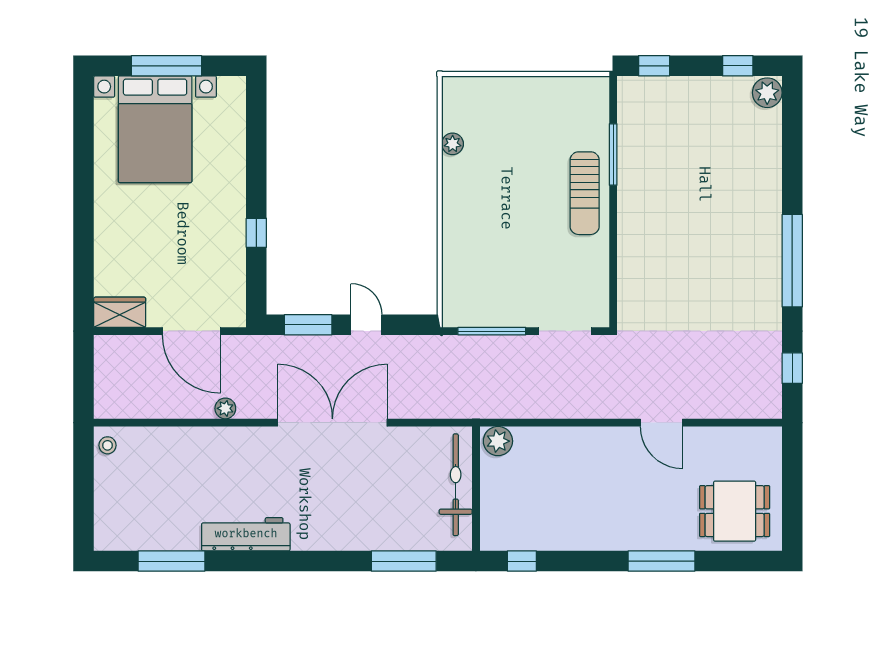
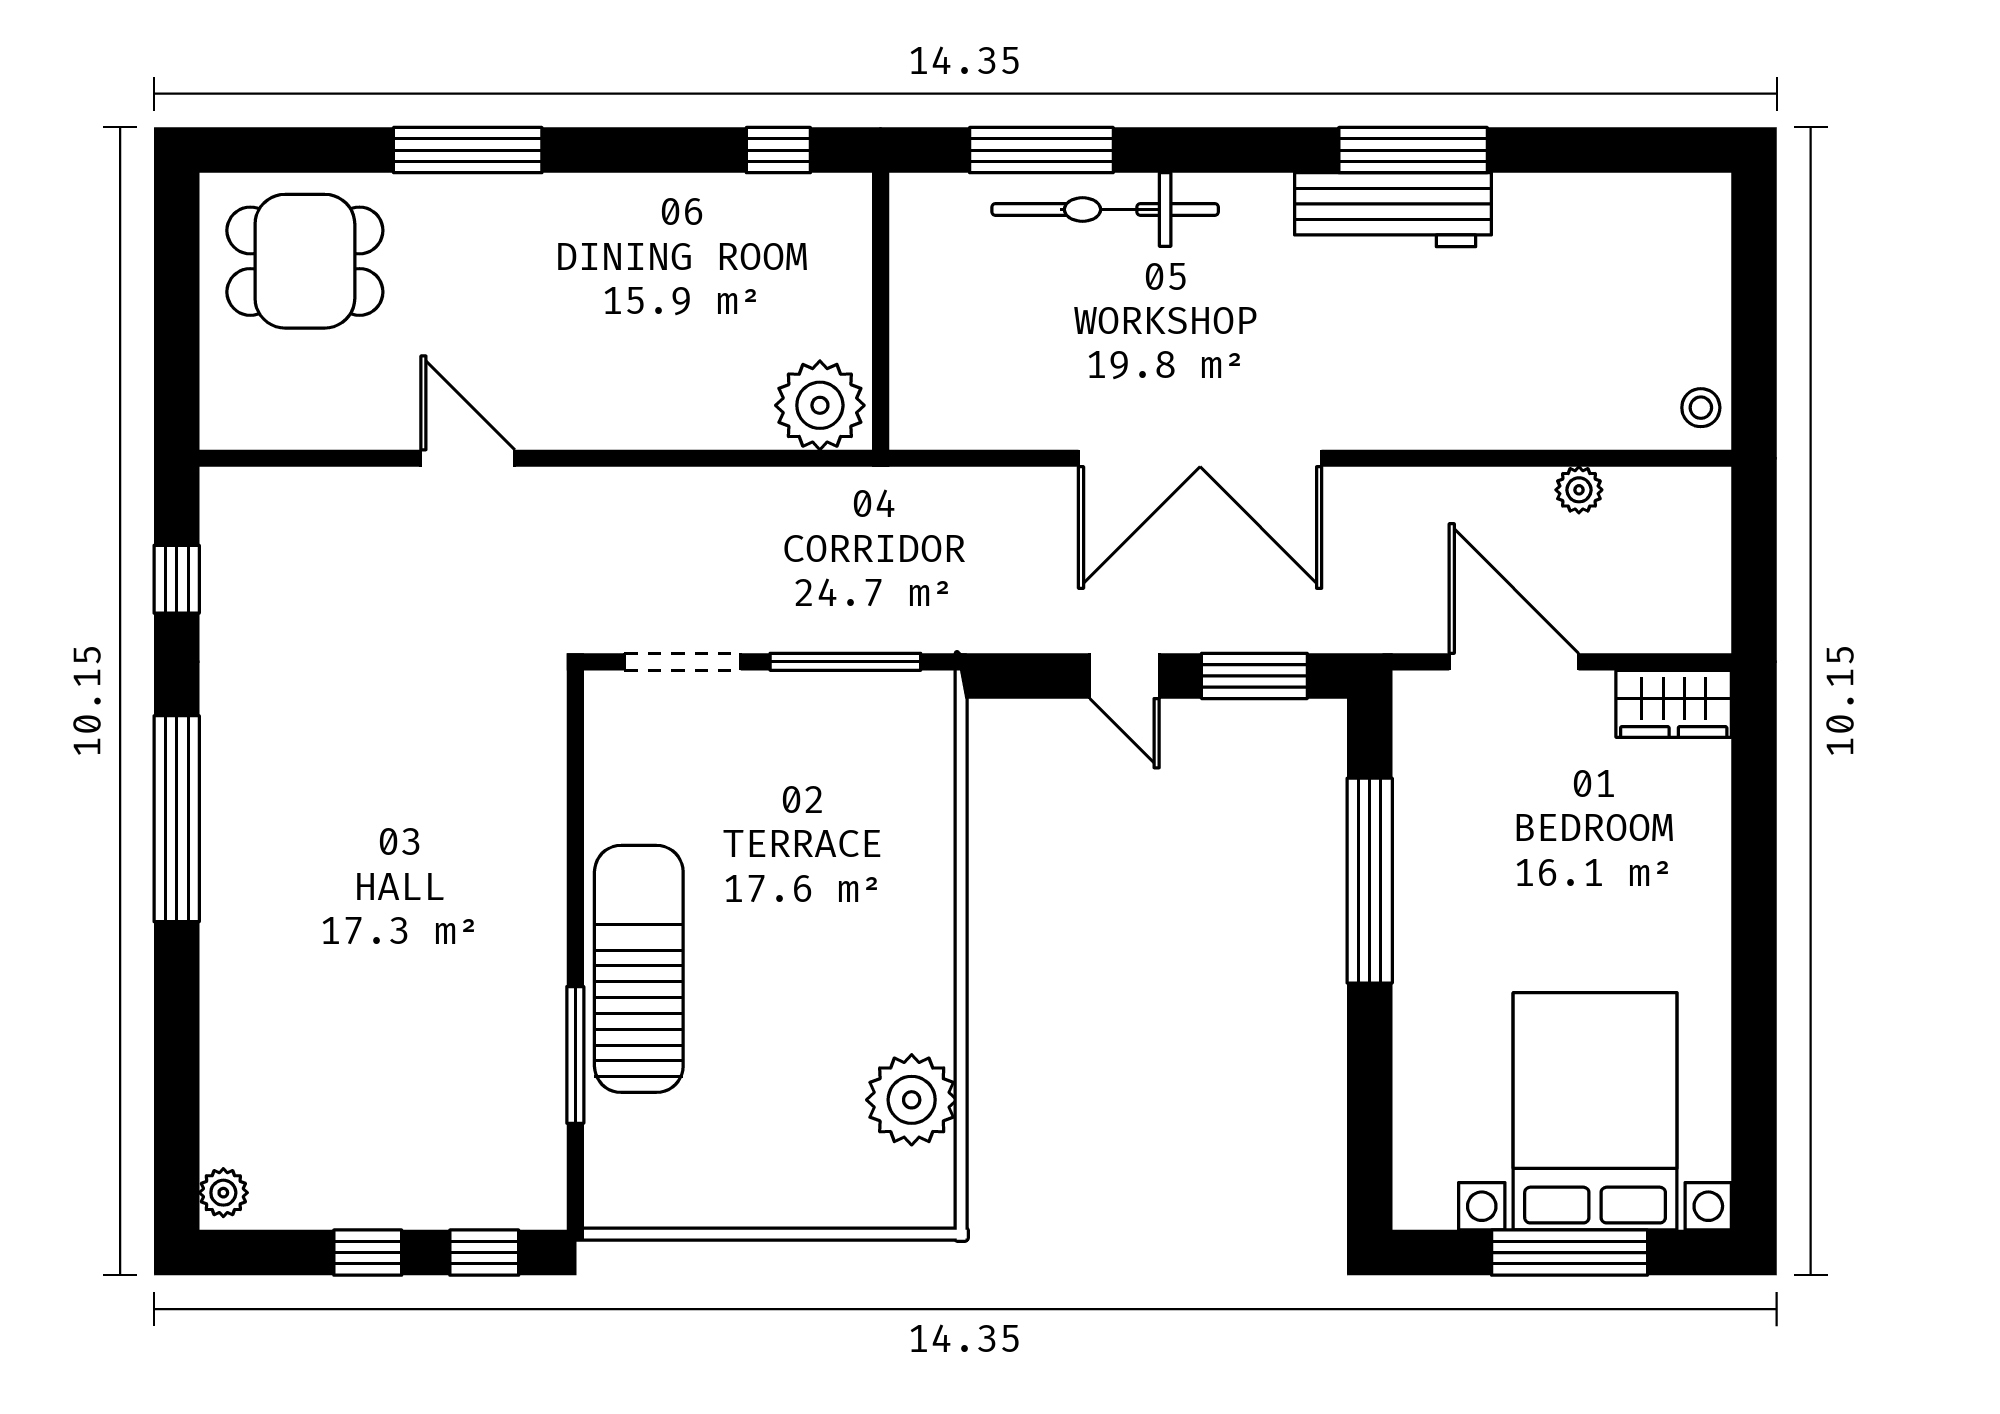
window: (738, 66) -> (368, 1253), moved
plant: (767, 93) -> (223, 1193), width x0.73, depth x0.73
plant: (453, 144) -> (912, 1100), width x1.87, depth x1.87
sun lounger: (585, 193) -> (639, 969), width x1.36, depth x1.34
window: (256, 233) -> (1370, 881), width x3.17
plant: (225, 408) -> (1579, 490), moved
plant: (498, 441) -> (820, 405), width x1.36, depth x1.36
bicycle: (456, 485) -> (1105, 209), moved, turned 90
window: (172, 561) -> (1413, 150), moved

